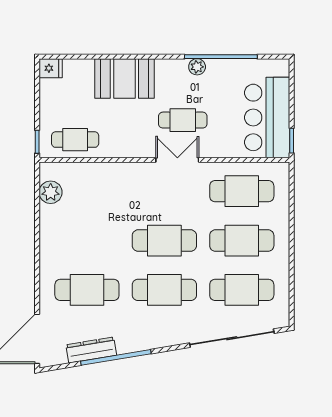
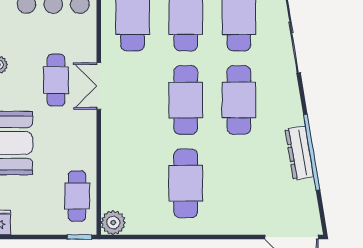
plant: (51, 192) -> (113, 223), moved
cafe table: (87, 290) -> (186, 183), moved
dresser: (91, 350) -> (299, 153), moved

